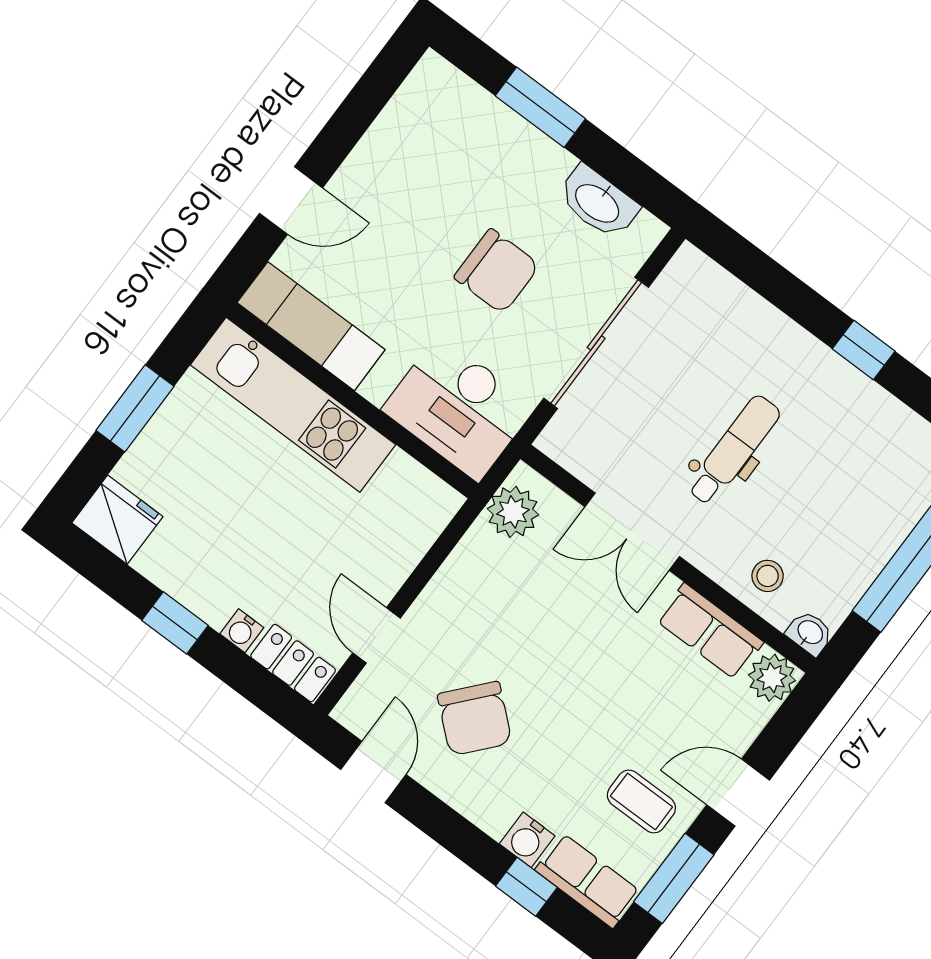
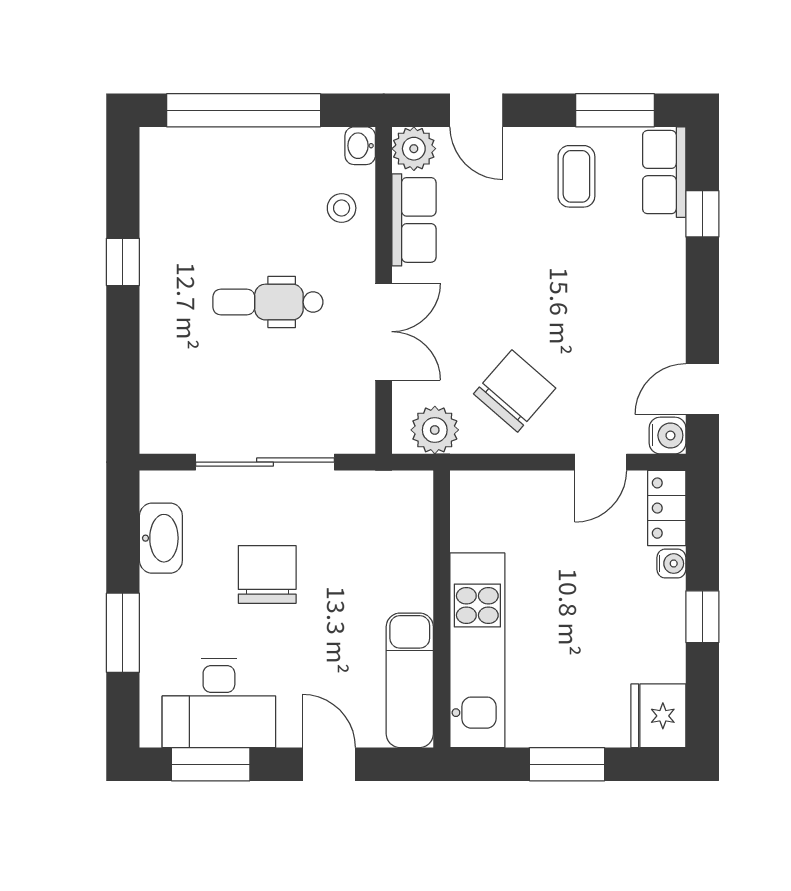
window: (368, 98) -> (211, 764), added
desk: (458, 408) -> (219, 703), moved, turned 90
chair: (475, 719) -> (515, 391), moved
door: (738, 793) -> (476, 110), moved
water cooler: (527, 840) -> (667, 435), moved

